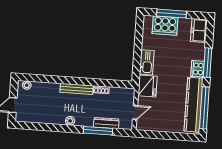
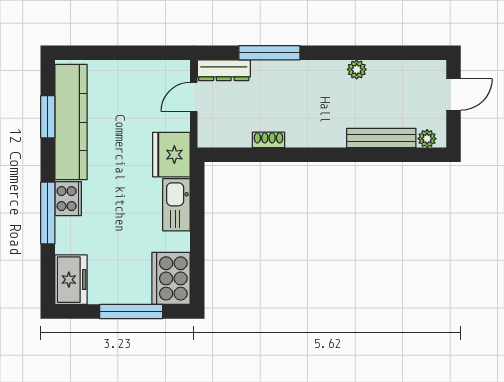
cooker: (165, 26) -> (171, 278), moved, turned -90
bench: (77, 89) -> (381, 138), moved
window: (204, 108) -> (48, 117), width x0.47
plant: (70, 121) -> (357, 69), moved
dresser: (106, 123) -> (224, 70), moved

